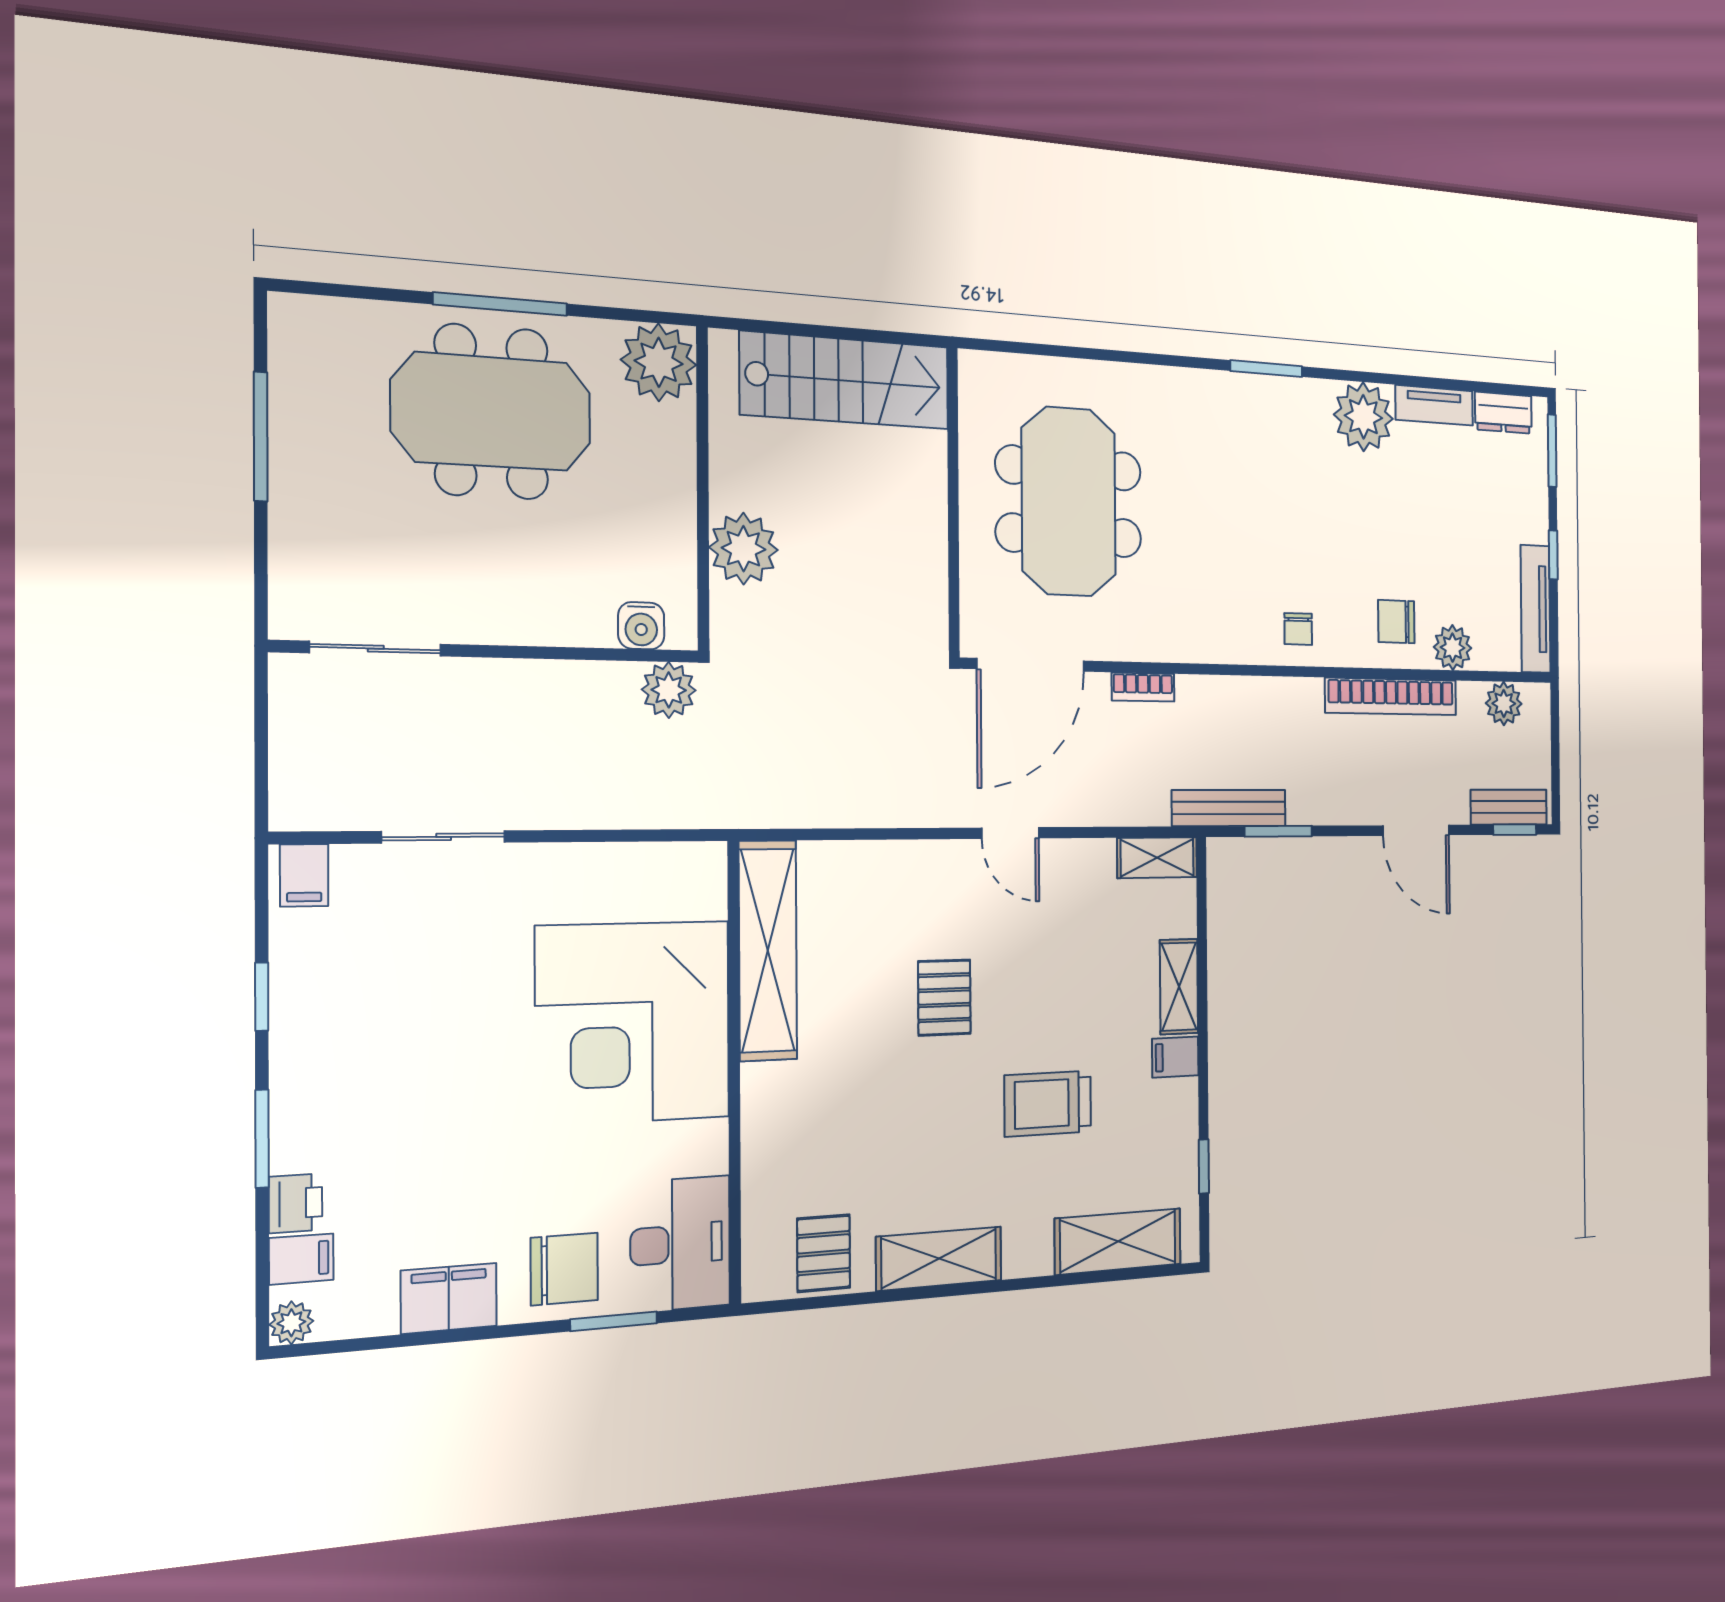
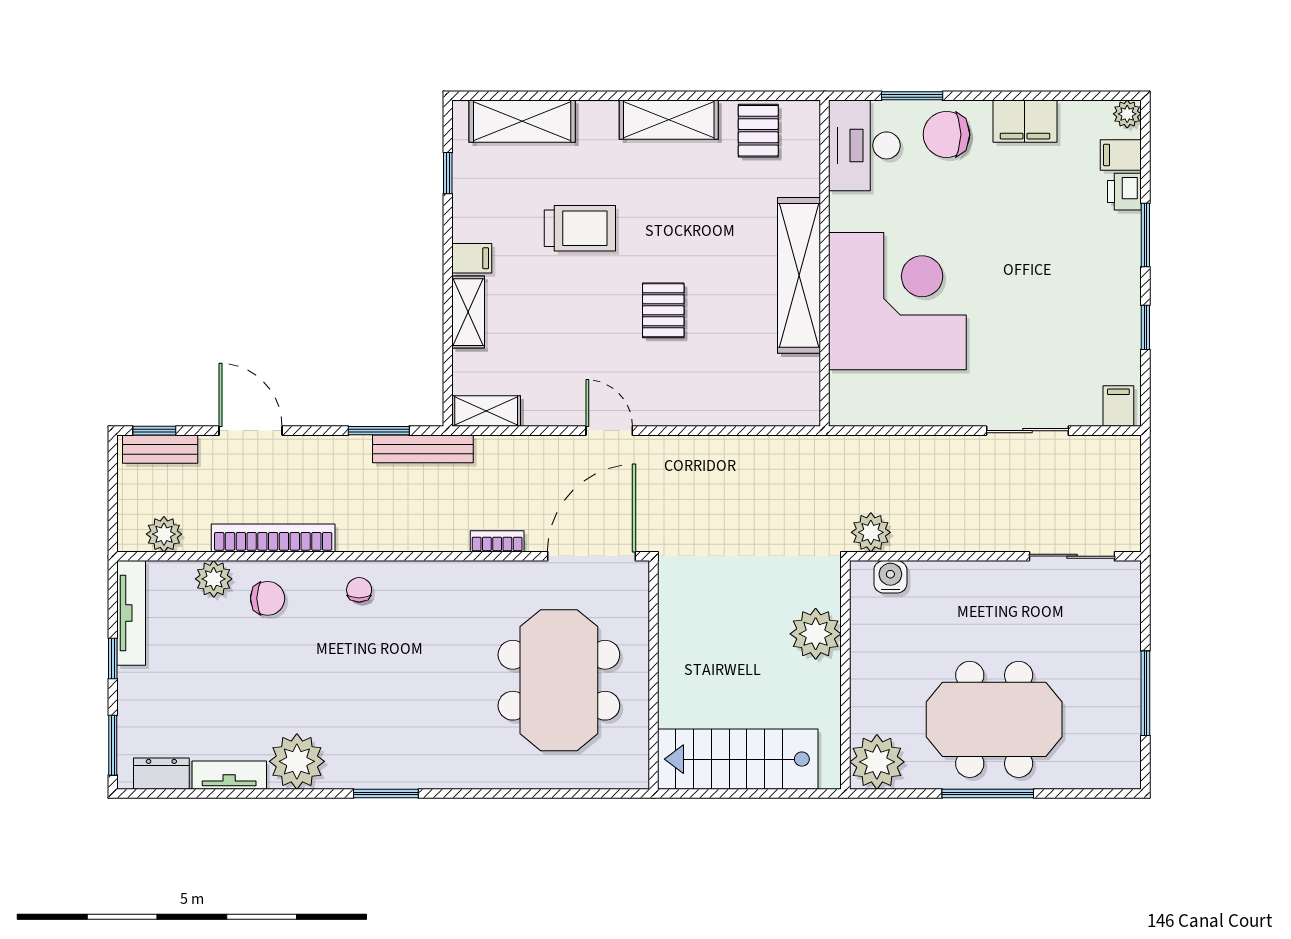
shelving: (768, 950) -> (799, 275), moved

